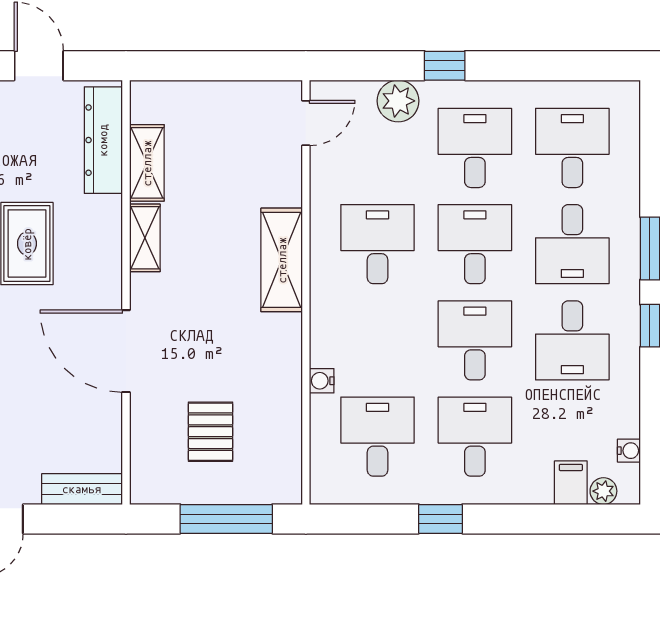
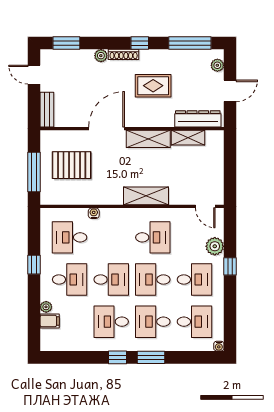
shelving: (145, 238) -> (148, 139), width x1.50, depth x1.33
desk: (475, 244) -> (153, 280), turned 180
pallet: (210, 432) -> (72, 165), width x1.50, depth x1.42
desk: (378, 437) -> (70, 237), turned 180
water cooler: (629, 451) -> (219, 346), moved
plant: (603, 491) -> (46, 307), moved

